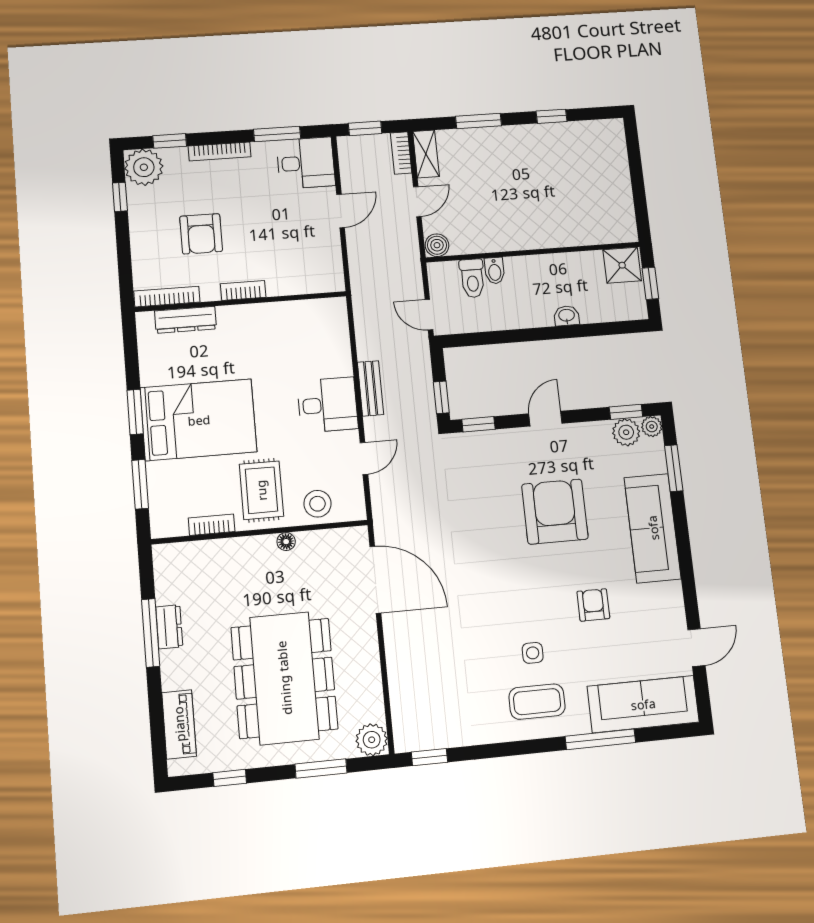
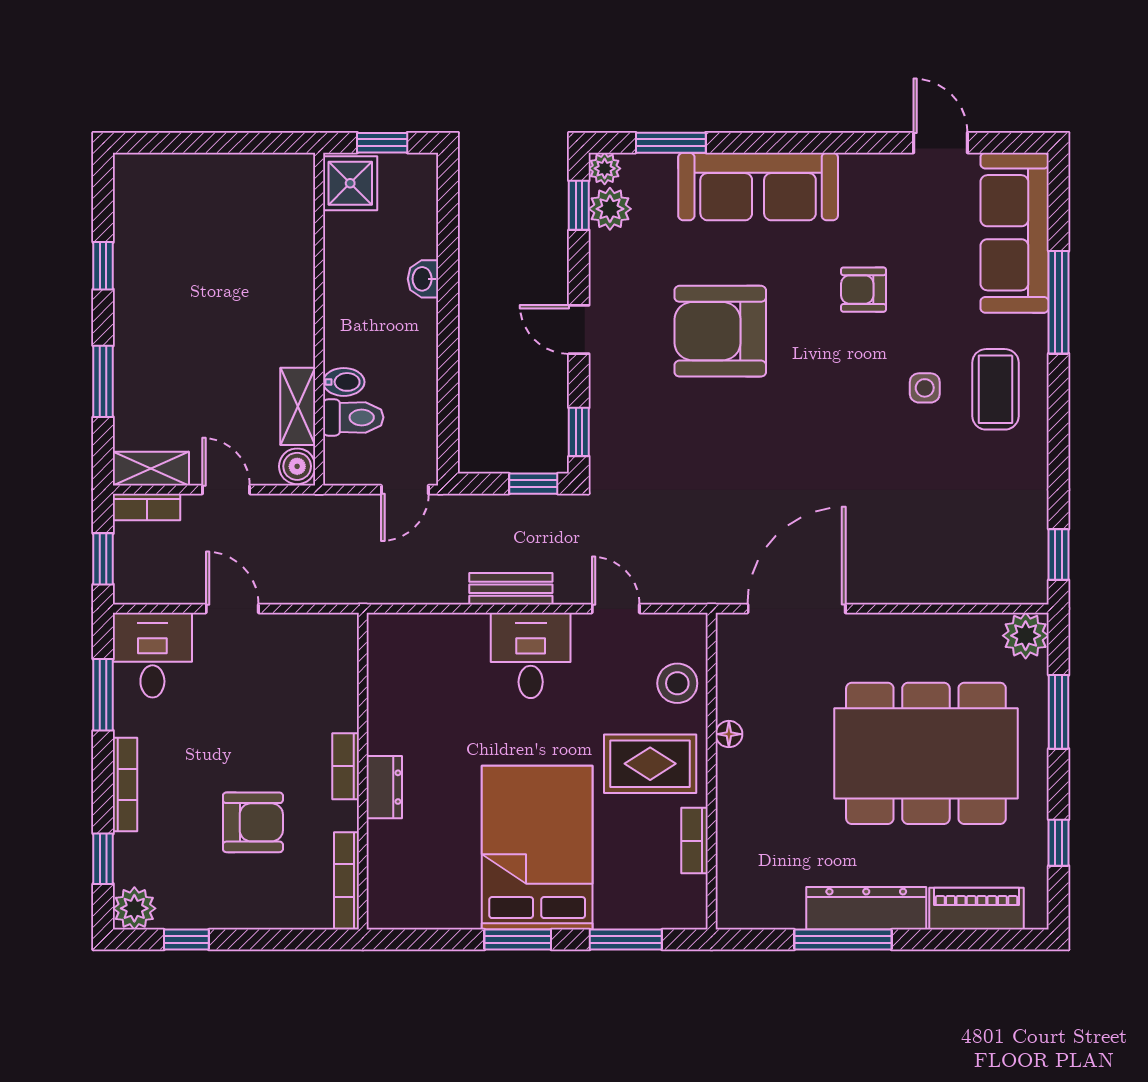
plant: (144, 167) -> (134, 908), width x0.73, depth x0.73
shelving: (476, 243) -> (298, 406), added
dresser: (186, 320) -> (384, 787), moved, width x0.70
dresser: (169, 627) -> (866, 908), width x1.96, depth x1.24

